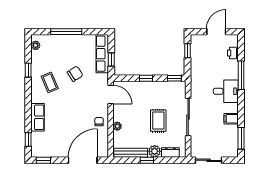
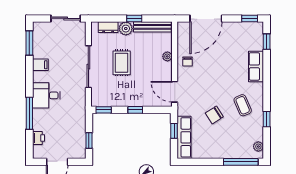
window: (66, 32) -> (241, 162), moved

